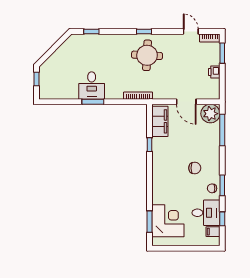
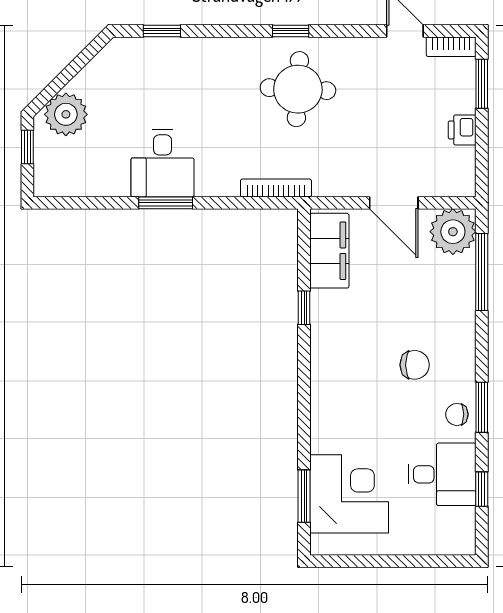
plant: (52, 66) -> (66, 114), added
filing cabinet: (213, 232) -> (459, 520), removed

